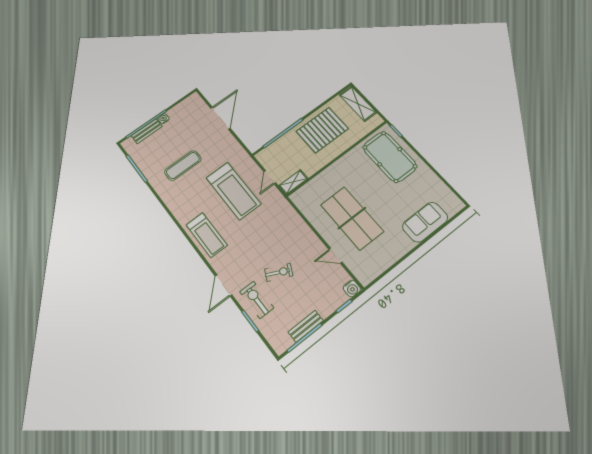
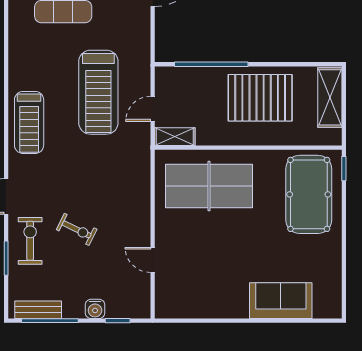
table tennis table: (352, 218) -> (209, 186), moved, turned 90
water cooler: (352, 288) -> (95, 309), moved
bench: (306, 326) -> (38, 310), moved

